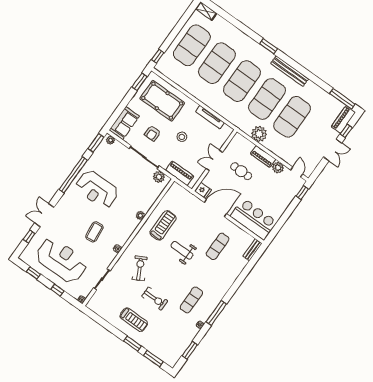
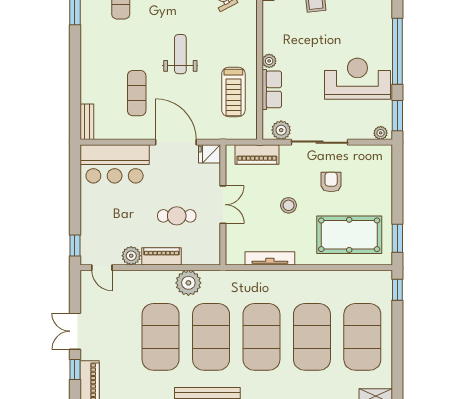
sofa: (124, 123) -> (379, 169), removed
reception desk: (97, 189) -> (357, 79), moved
row of seats: (149, 200) -> (272, 89), added
door: (215, 208) -> (176, 142), swing flipped
treadmill: (163, 225) -> (233, 92), moved
weight bench: (182, 250) -> (180, 54), turned -90

